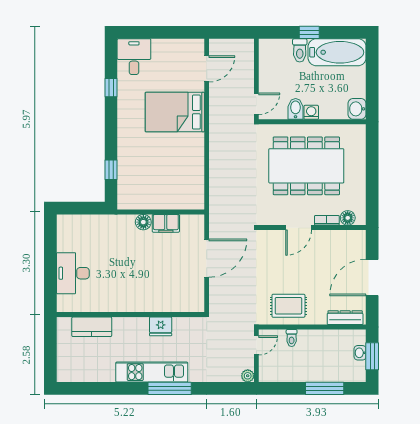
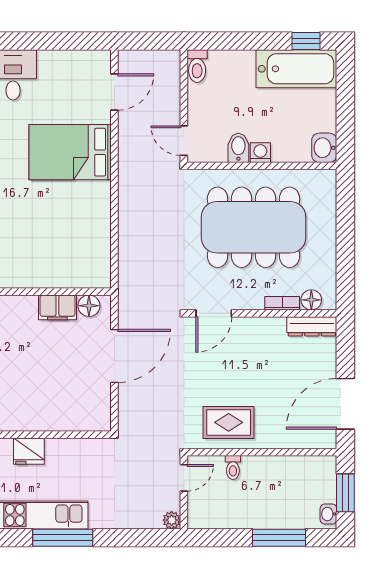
window: (309, 32) -> (306, 41), moved
toilet: (300, 50) -> (197, 66), moved
door: (256, 104) -> (184, 141), swing flipped
floor lamp: (143, 222) -> (89, 306), moved
door: (299, 228) -> (214, 313), moved
door: (372, 277) -> (345, 404), moved
dresser: (345, 318) -> (312, 326), moved, turned 180
fridge: (161, 326) -> (29, 451), moved
washbasin: (360, 353) -> (328, 514), moved

